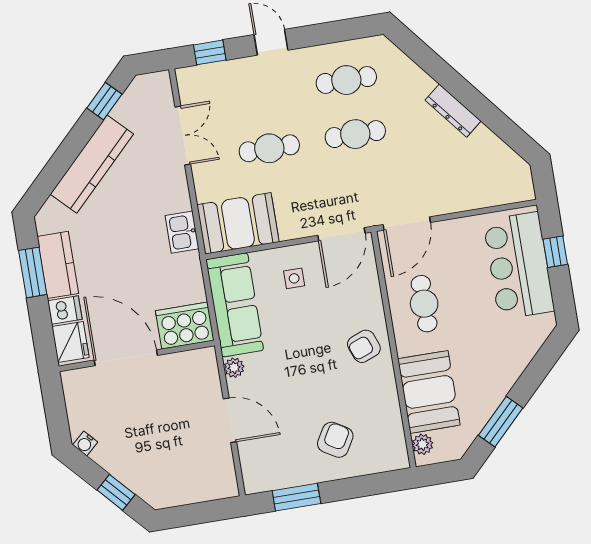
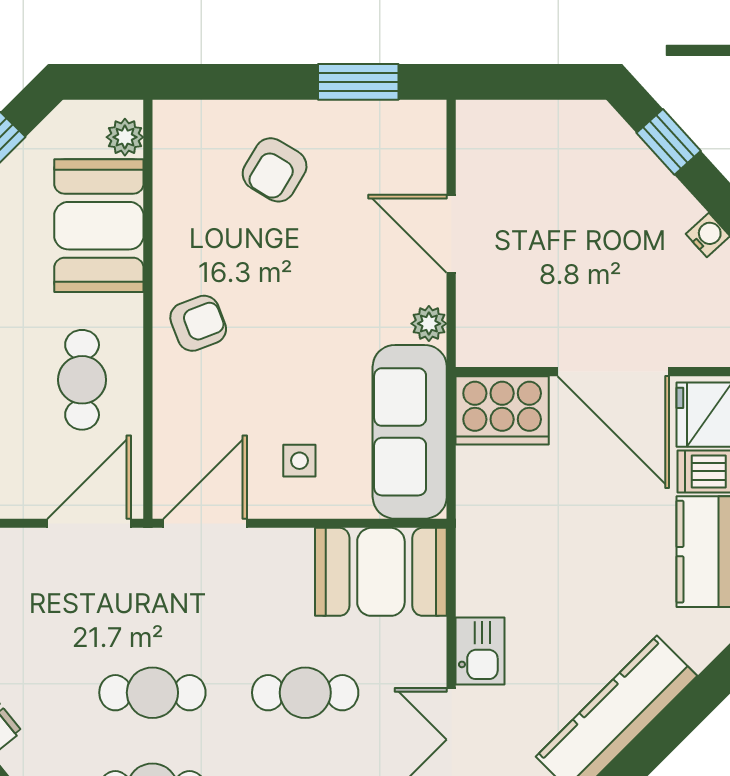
kitchen sink: (182, 232) -> (480, 651), moved

